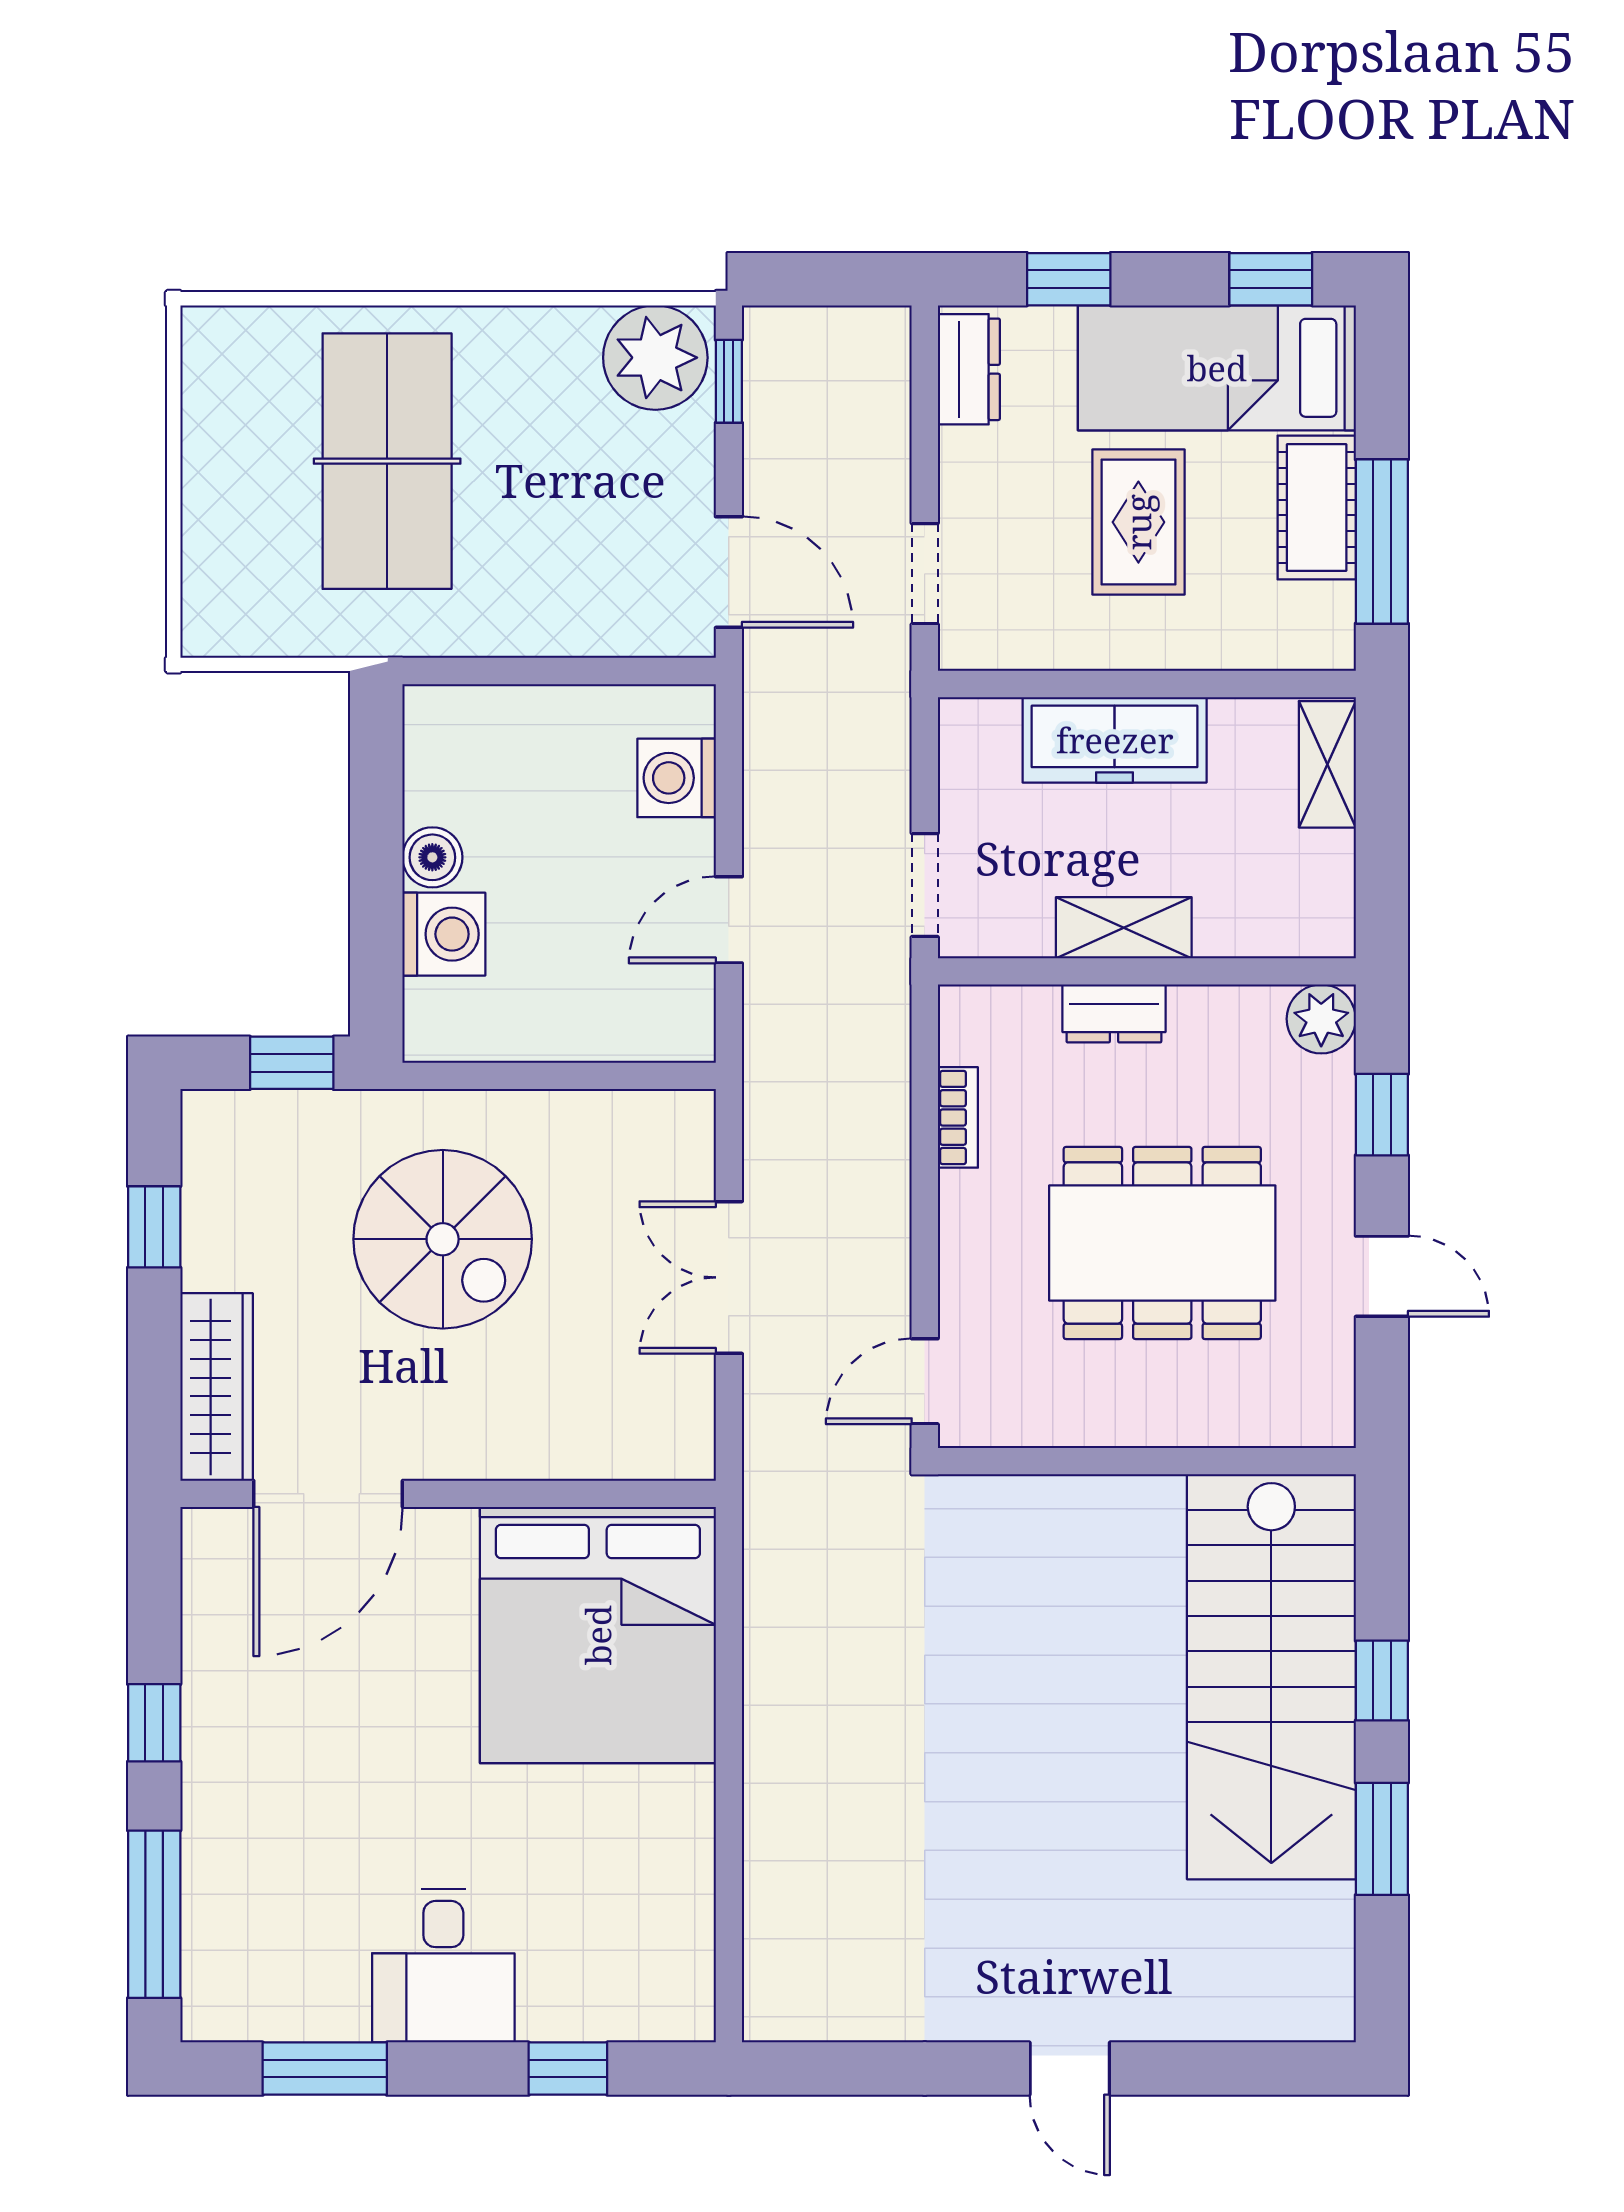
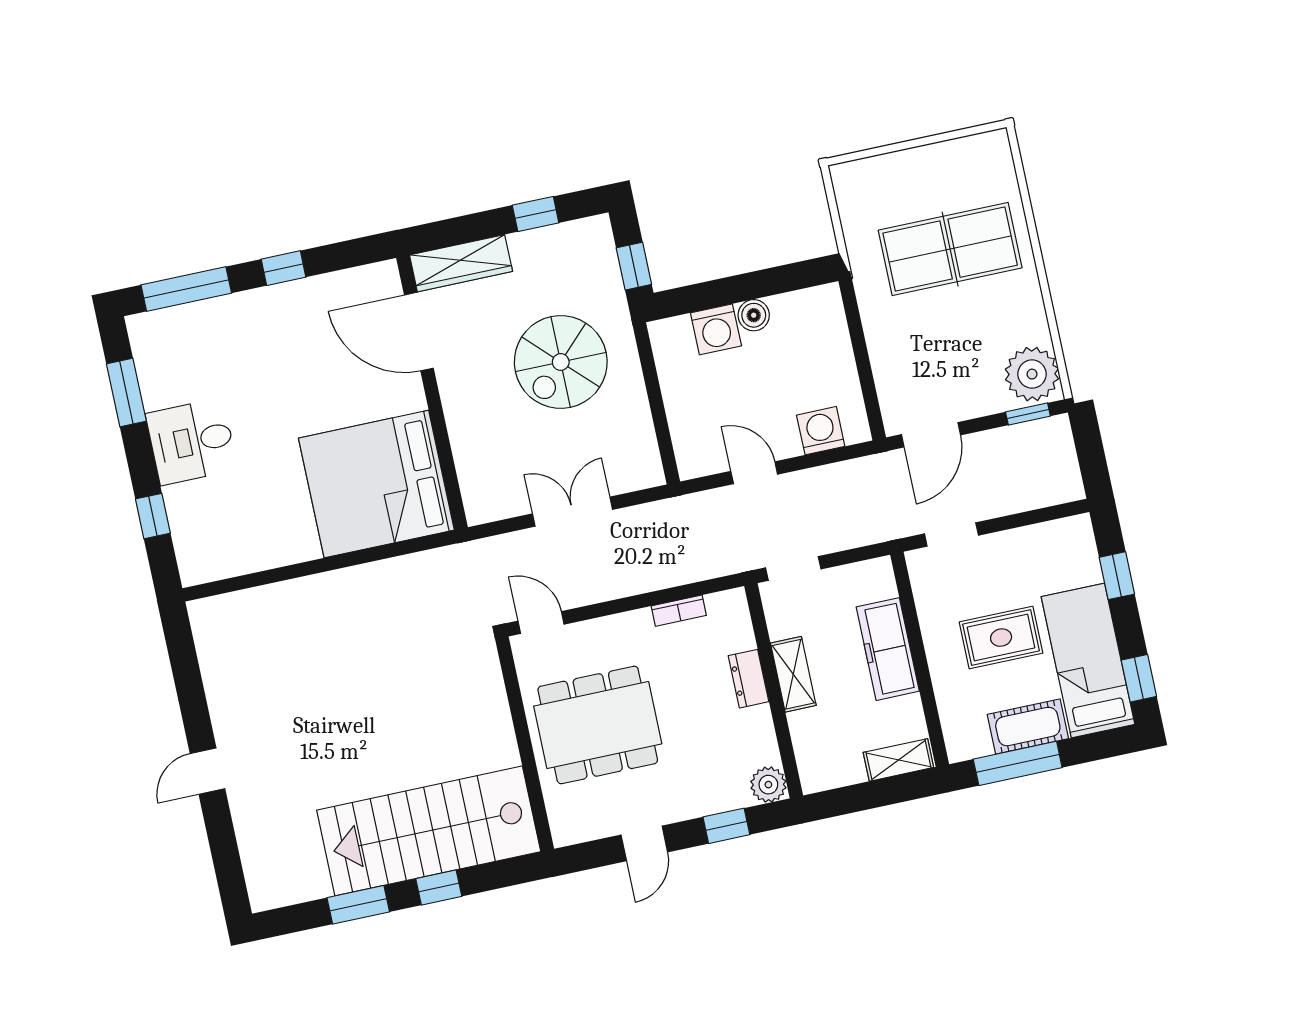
dresser: (969, 369) -> (1060, 535), removed
dining table: (1162, 1243) -> (598, 725), moved, turned 90

